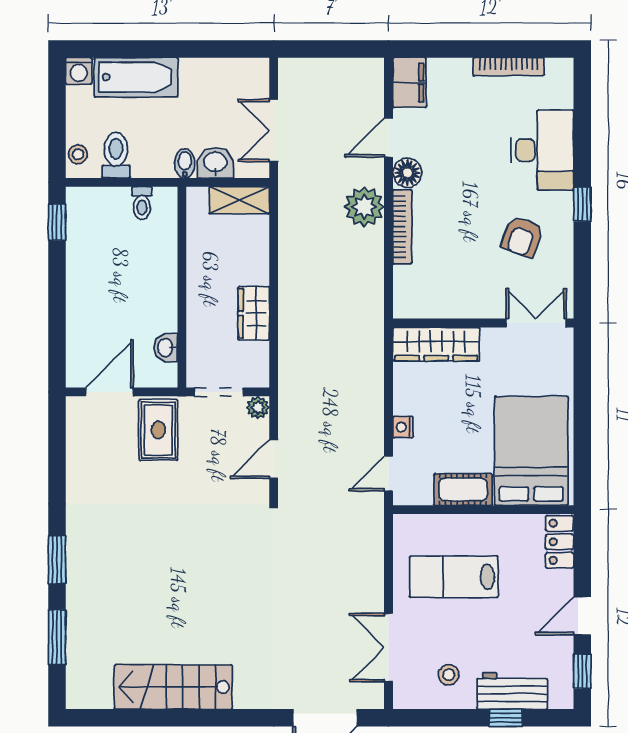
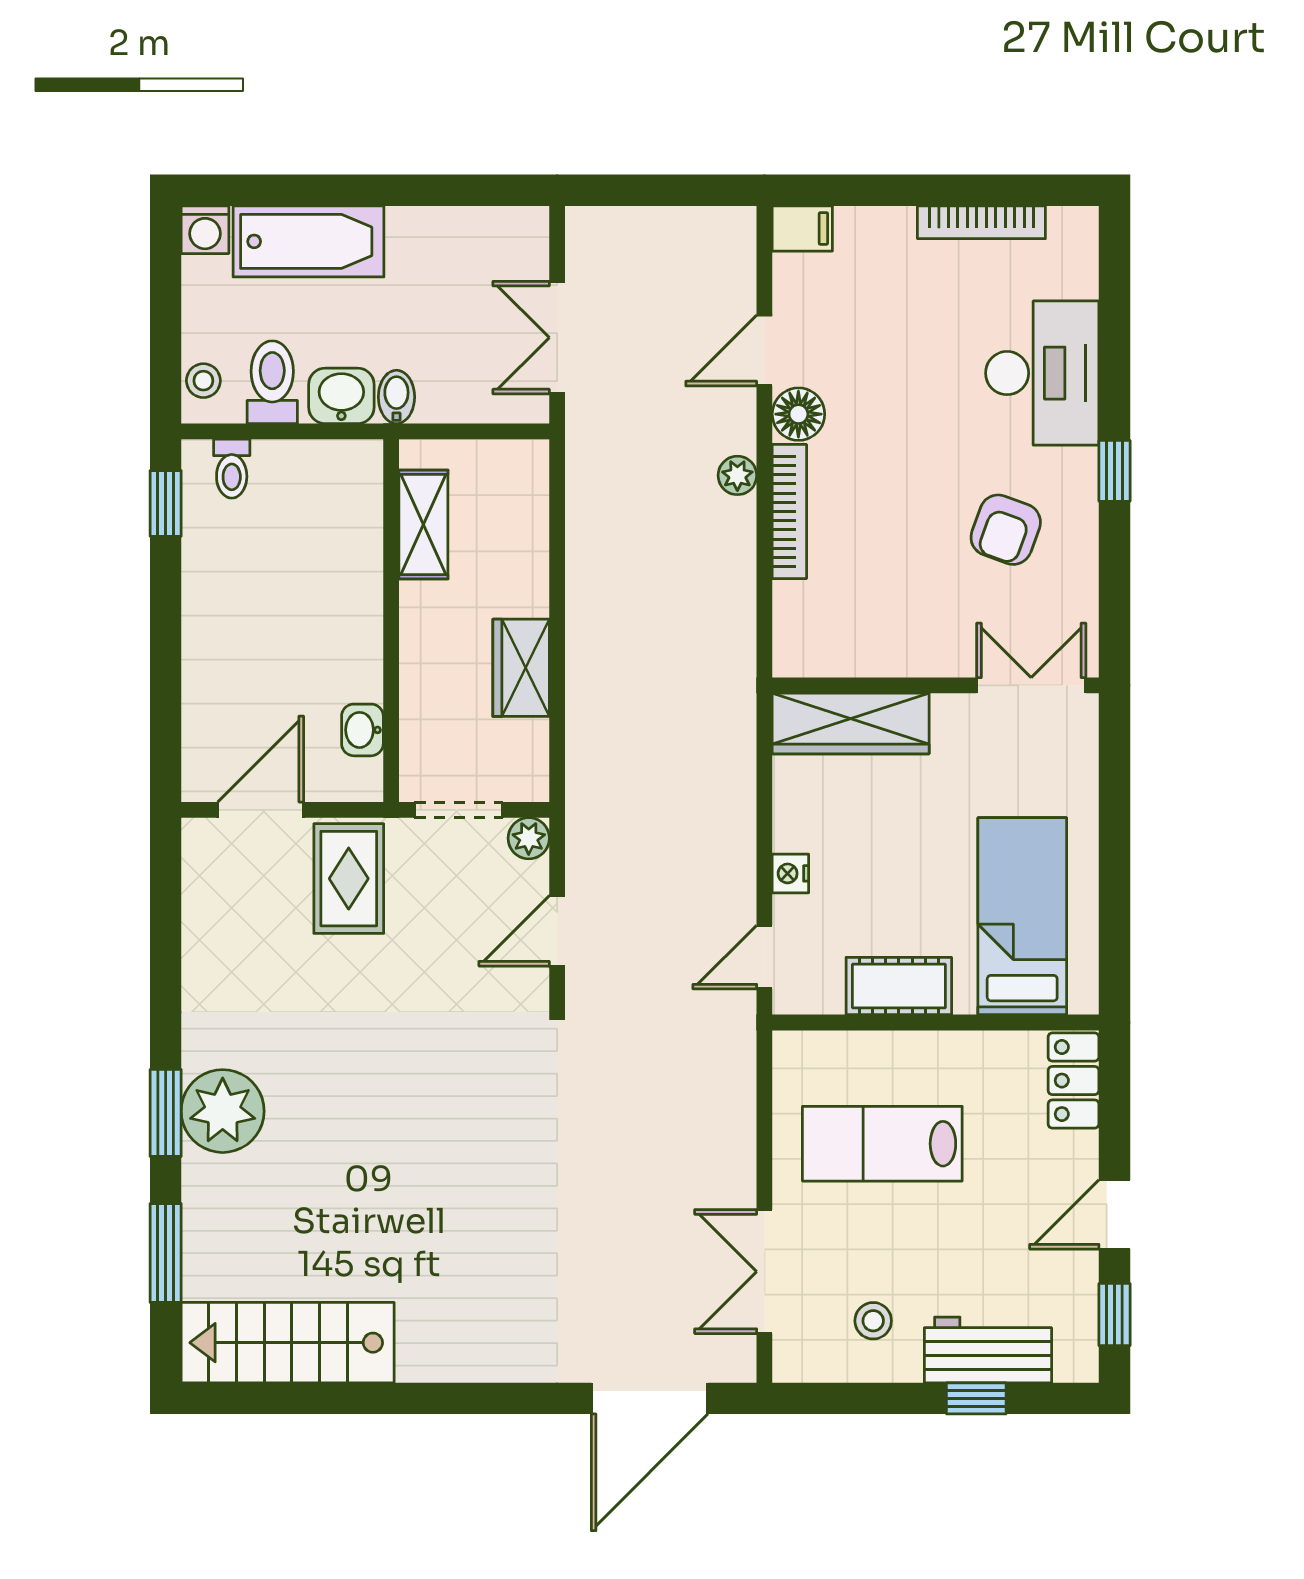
filing cabinet: (409, 83) -> (802, 228), width x0.50
washbasin: (215, 163) -> (341, 396), moved
shelving: (239, 200) -> (423, 524), moved, turned 90
toilet: (142, 203) -> (232, 469), moved
plant: (364, 207) -> (737, 475), width x0.53, depth x0.53
bed: (531, 451) -> (1022, 916), width x0.67
plant: (89, 559) -> (223, 1111), added
stairs: (173, 687) -> (288, 1343), moved

